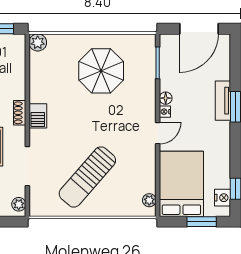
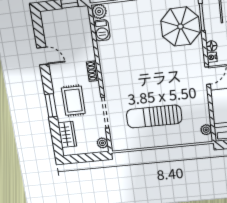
parasol: (101, 71) -> (180, 27), moved
barbecue: (38, 116) -> (102, 30), moved
sun lounger: (87, 177) -> (154, 117), turned 49

